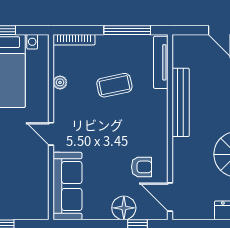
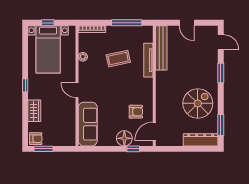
tv unit: (161, 62) -> (148, 60), moved
bench: (181, 102) -> (161, 48), moved
door: (170, 197) -> (154, 131), hinge flipped

